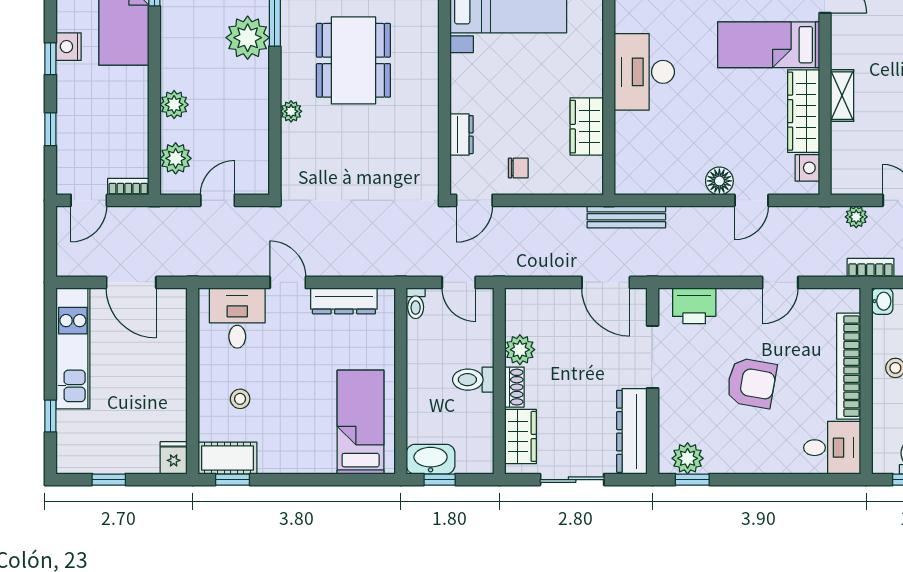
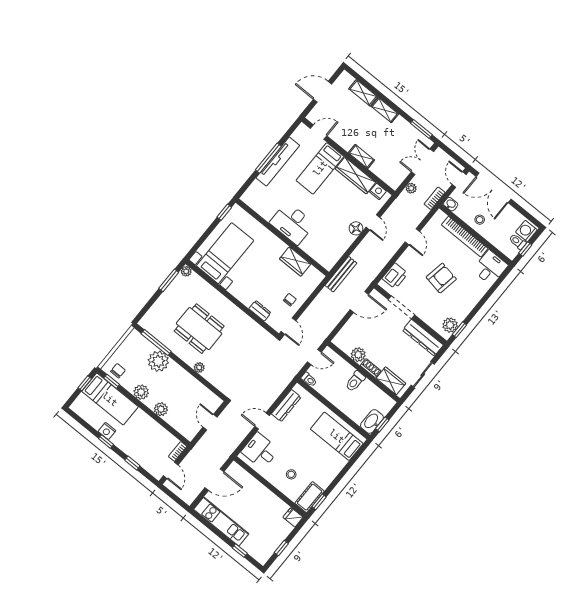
plant: (176, 158) -> (141, 392), moved

